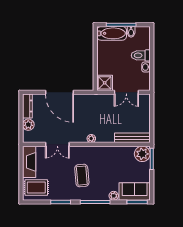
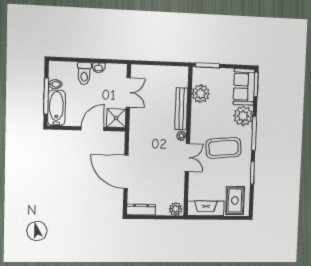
door: (95, 63) -> (92, 129), added
door: (59, 92) -> (126, 172), swing flipped
plant: (28, 125) -> (176, 209), moved
bench: (132, 138) -> (181, 109), moved
double door: (57, 144) -> (187, 157), moved
plant: (142, 154) -> (201, 94), moved
coffee table: (82, 176) -> (223, 148), width x1.36, depth x1.32
plant: (114, 196) -> (243, 116), width x1.88, depth x1.88

